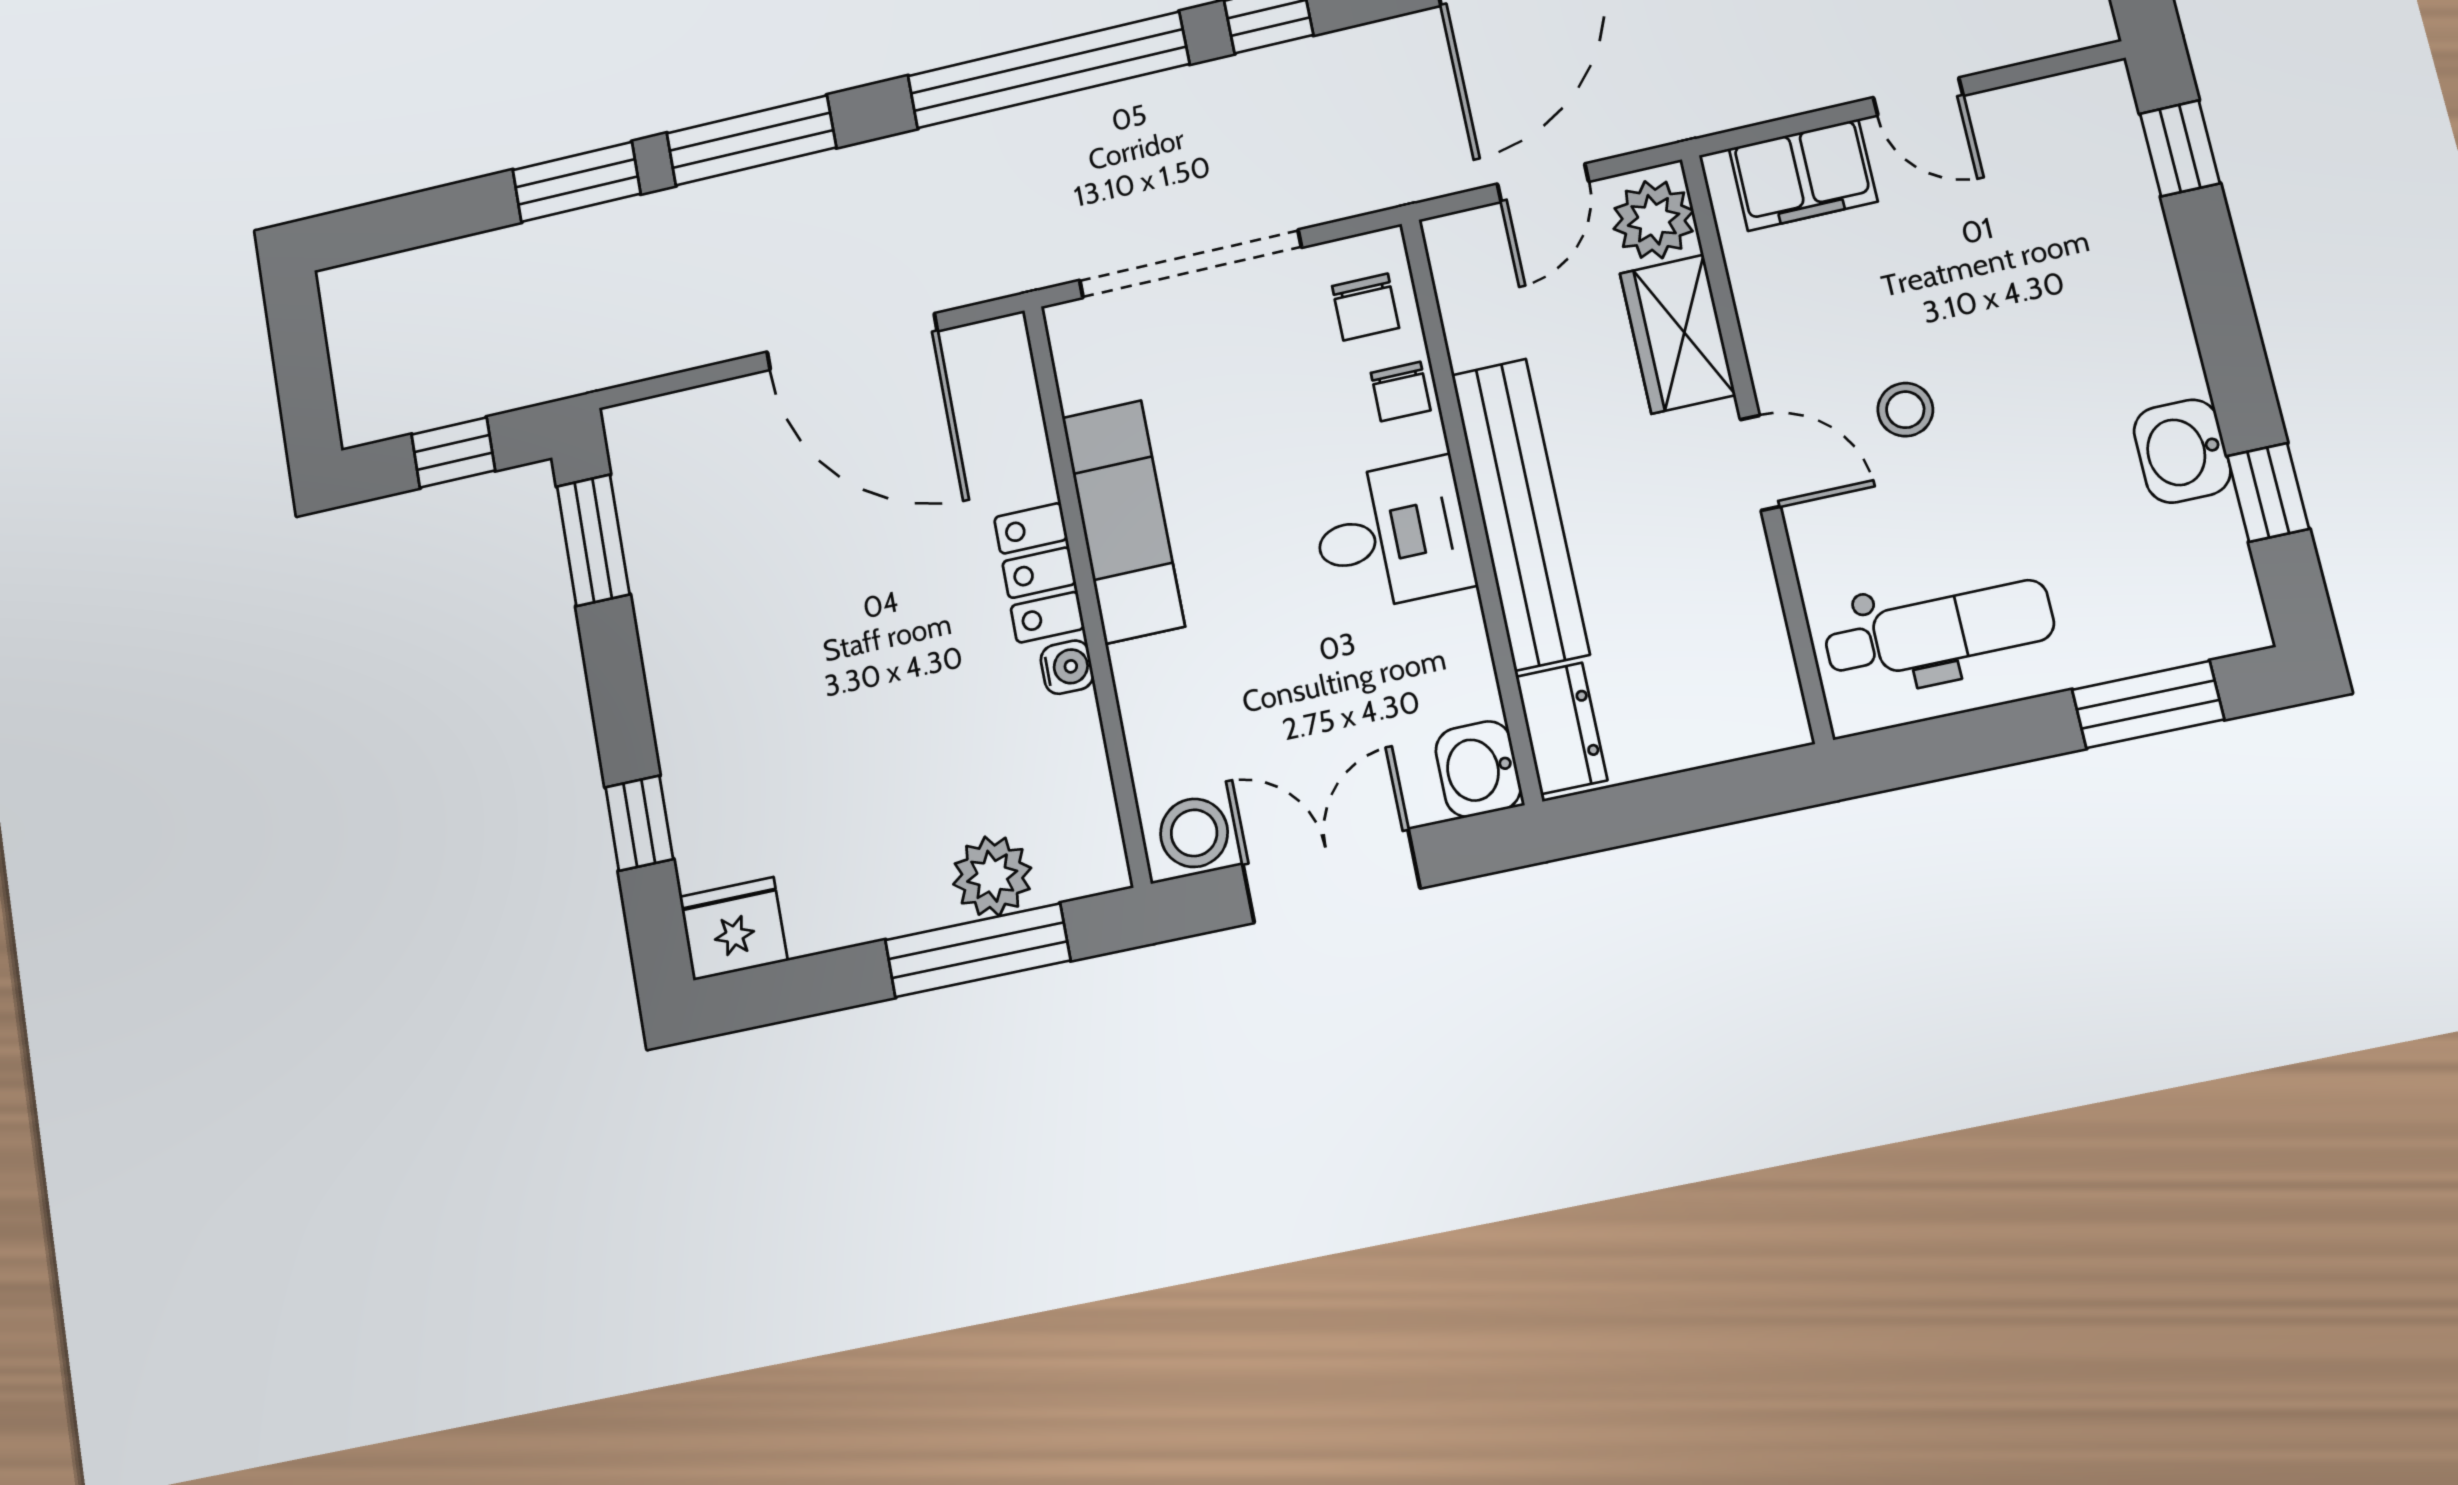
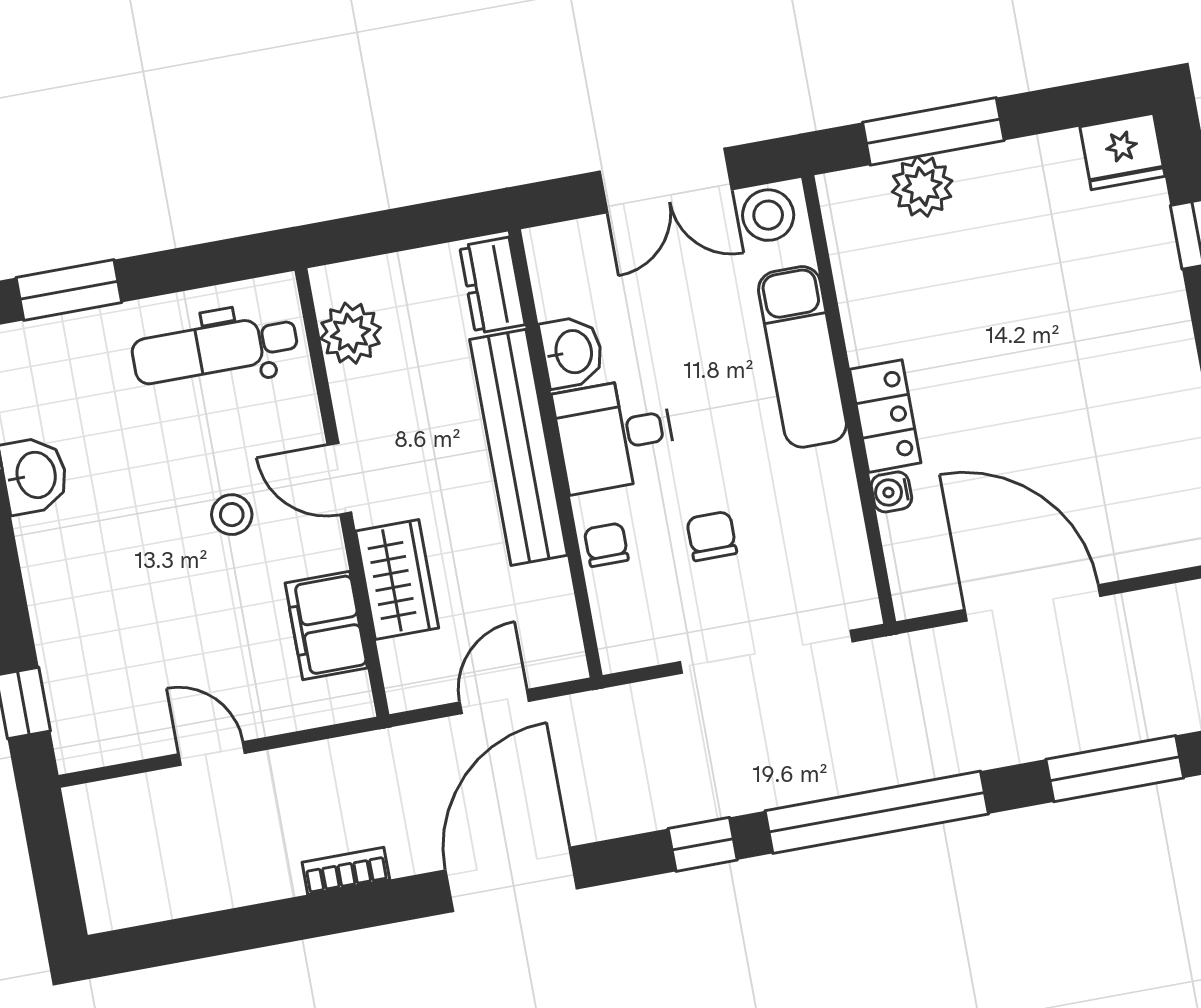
filing cabinet: (1803, 175) -> (326, 626), moved, turned -90
plant: (1654, 220) -> (350, 333), moved
chair: (1366, 307) -> (712, 536), moved
exam couch: (1123, 522) -> (802, 357), moved
water cooler: (1067, 667) -> (891, 492), moved
washbasin: (1478, 769) -> (572, 352), moved

